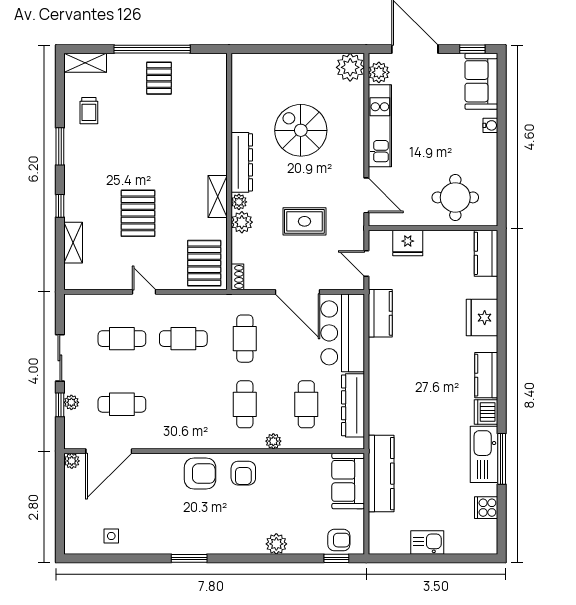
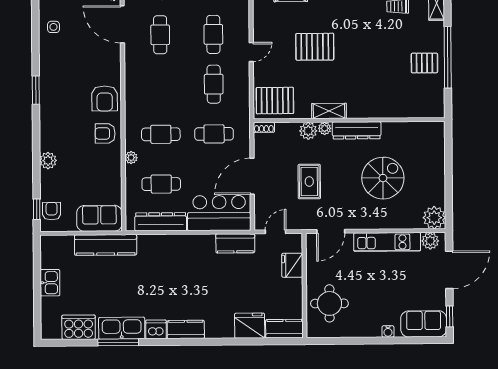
fridge: (482, 318) -> (250, 326), moved
cooker: (486, 508) -> (79, 327), width x1.87, depth x1.31
armchair: (339, 540) -> (52, 211), turned 180

